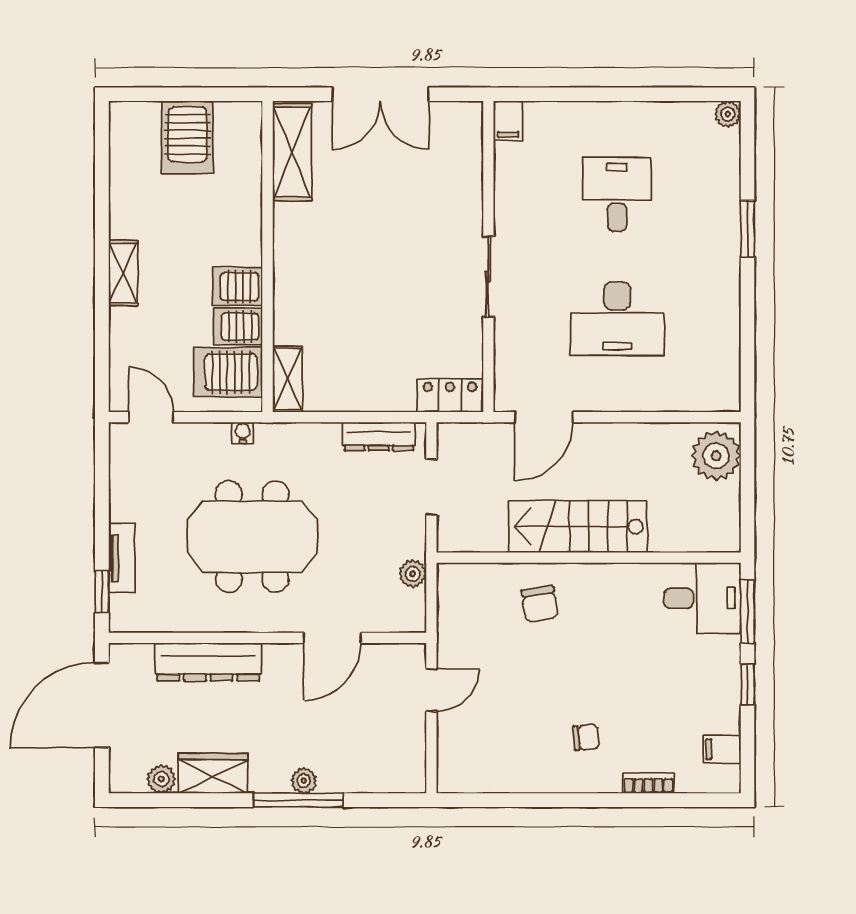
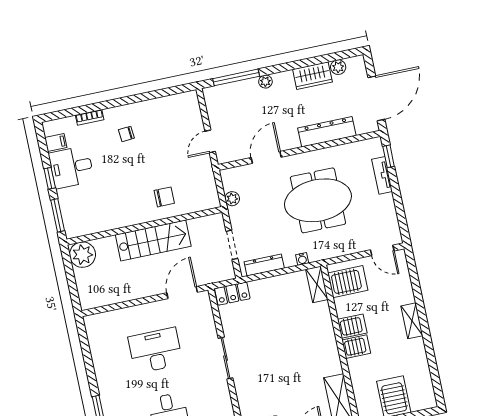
server rack: (238, 327) -> (356, 347), moved
water cooler: (243, 433) -> (302, 259), moved
plant: (716, 456) -> (83, 255), moved
desk: (702, 598) -> (71, 167), moved
chair: (540, 604) -> (164, 197), turned 99
window: (298, 800) -> (236, 77), moved

